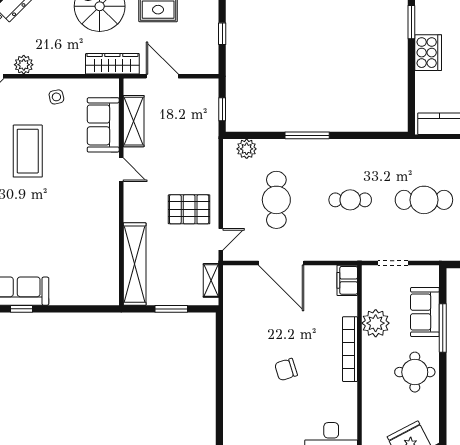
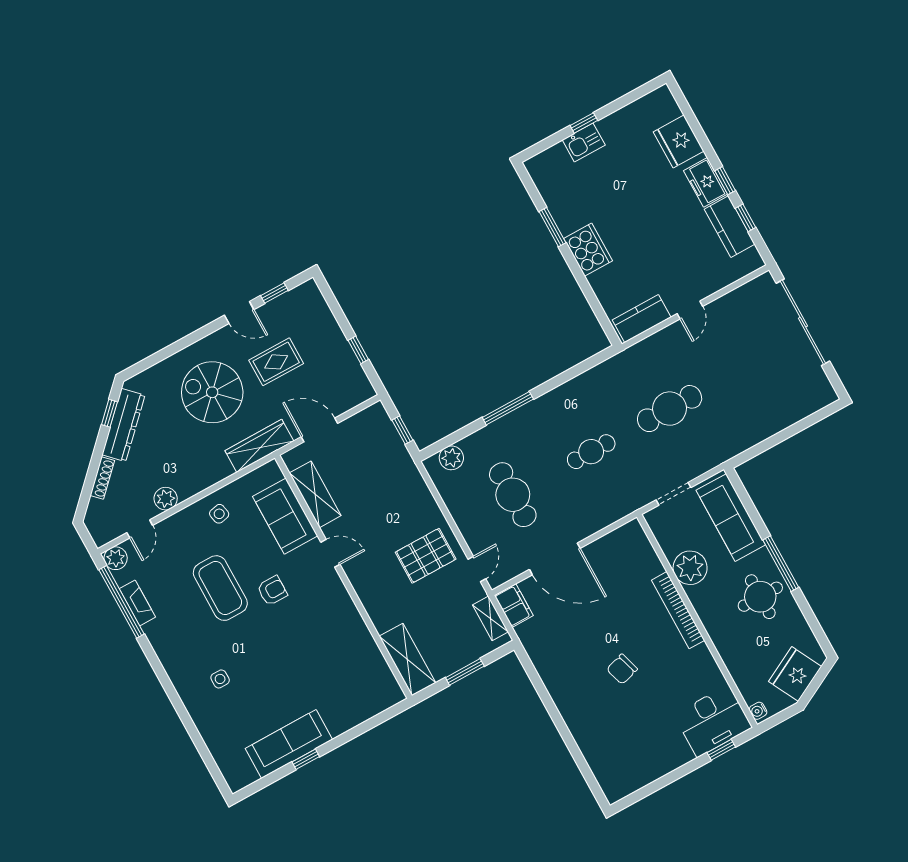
armchair: (64, 174) -> (272, 591), added
shelving: (135, 264) -> (407, 660), width x0.68
filing cabinet: (347, 280) -> (514, 605), moved, turned 180
sofa: (425, 312) -> (731, 518), width x1.36
window: (443, 328) -> (781, 564), moved

